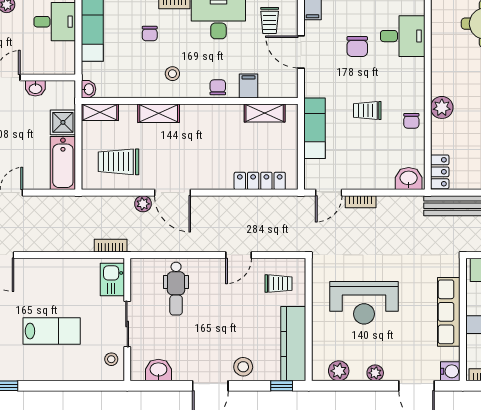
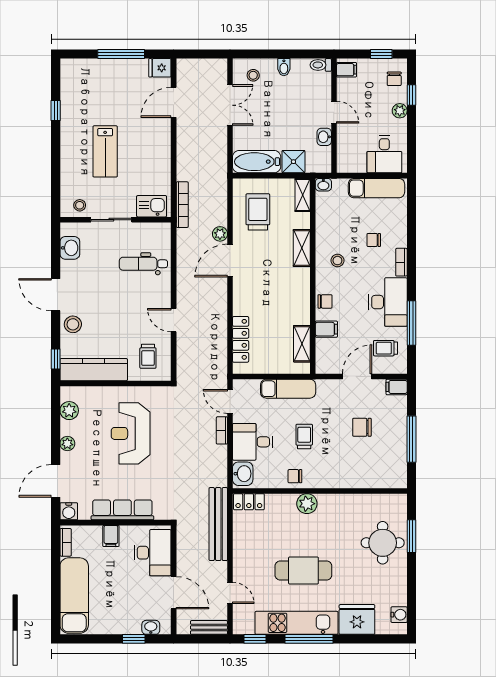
desk: (403, 36) -> (253, 442), moved, turned 90
bookcase: (111, 246) -> (182, 205), width x1.56

